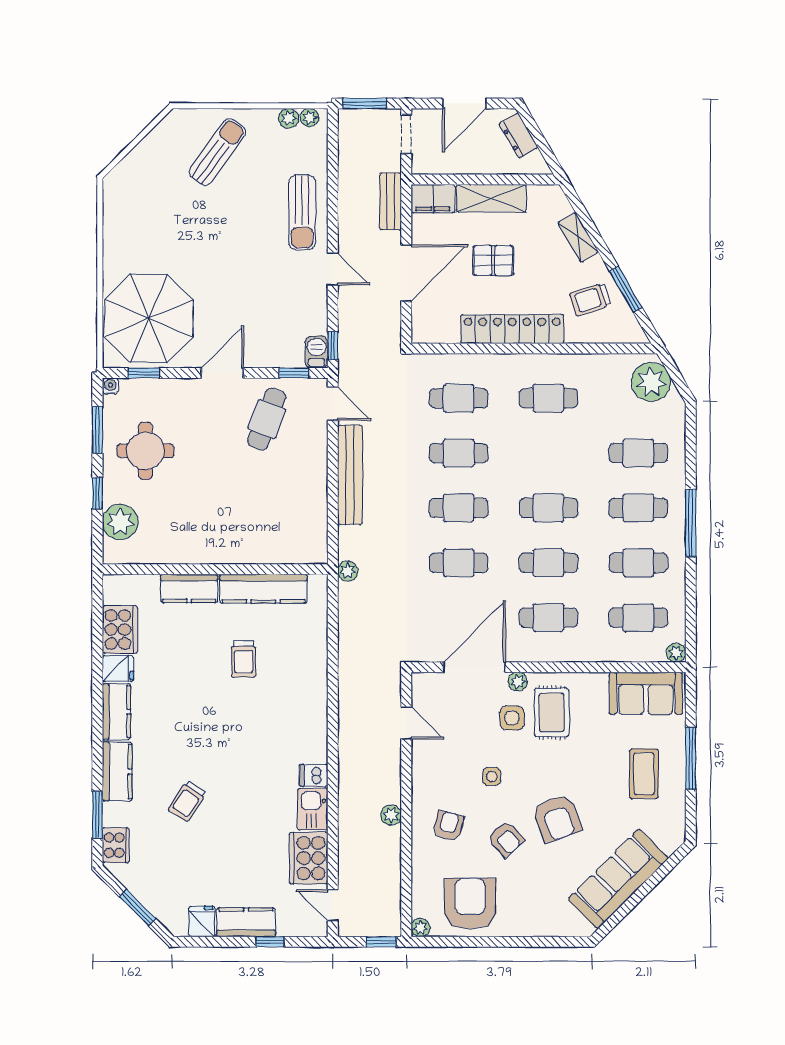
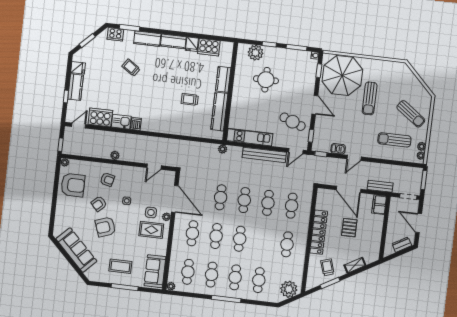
shelving: (491, 198) -> (376, 230), removed
sun lounger: (302, 212) -> (394, 140), moved
sun lounger: (193, 250) -> (370, 98), added
barbecue: (316, 352) -> (338, 149), moved
round table: (145, 451) -> (266, 80), moved
kitchen unit: (313, 513) -> (250, 137), added

